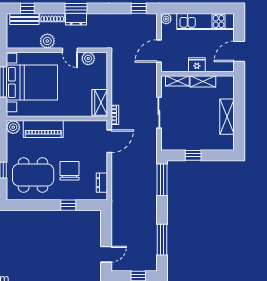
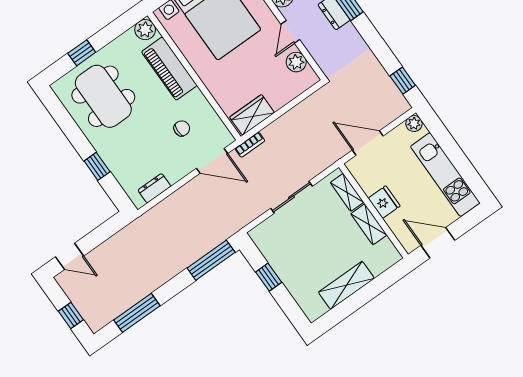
chair: (69, 171) -> (182, 128), moved, width x0.54, depth x0.54

